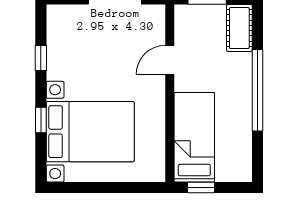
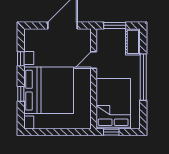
bed with nightstands: (90, 132) -> (49, 90), width x1.36
bed: (194, 137) -> (113, 104), width x1.50

